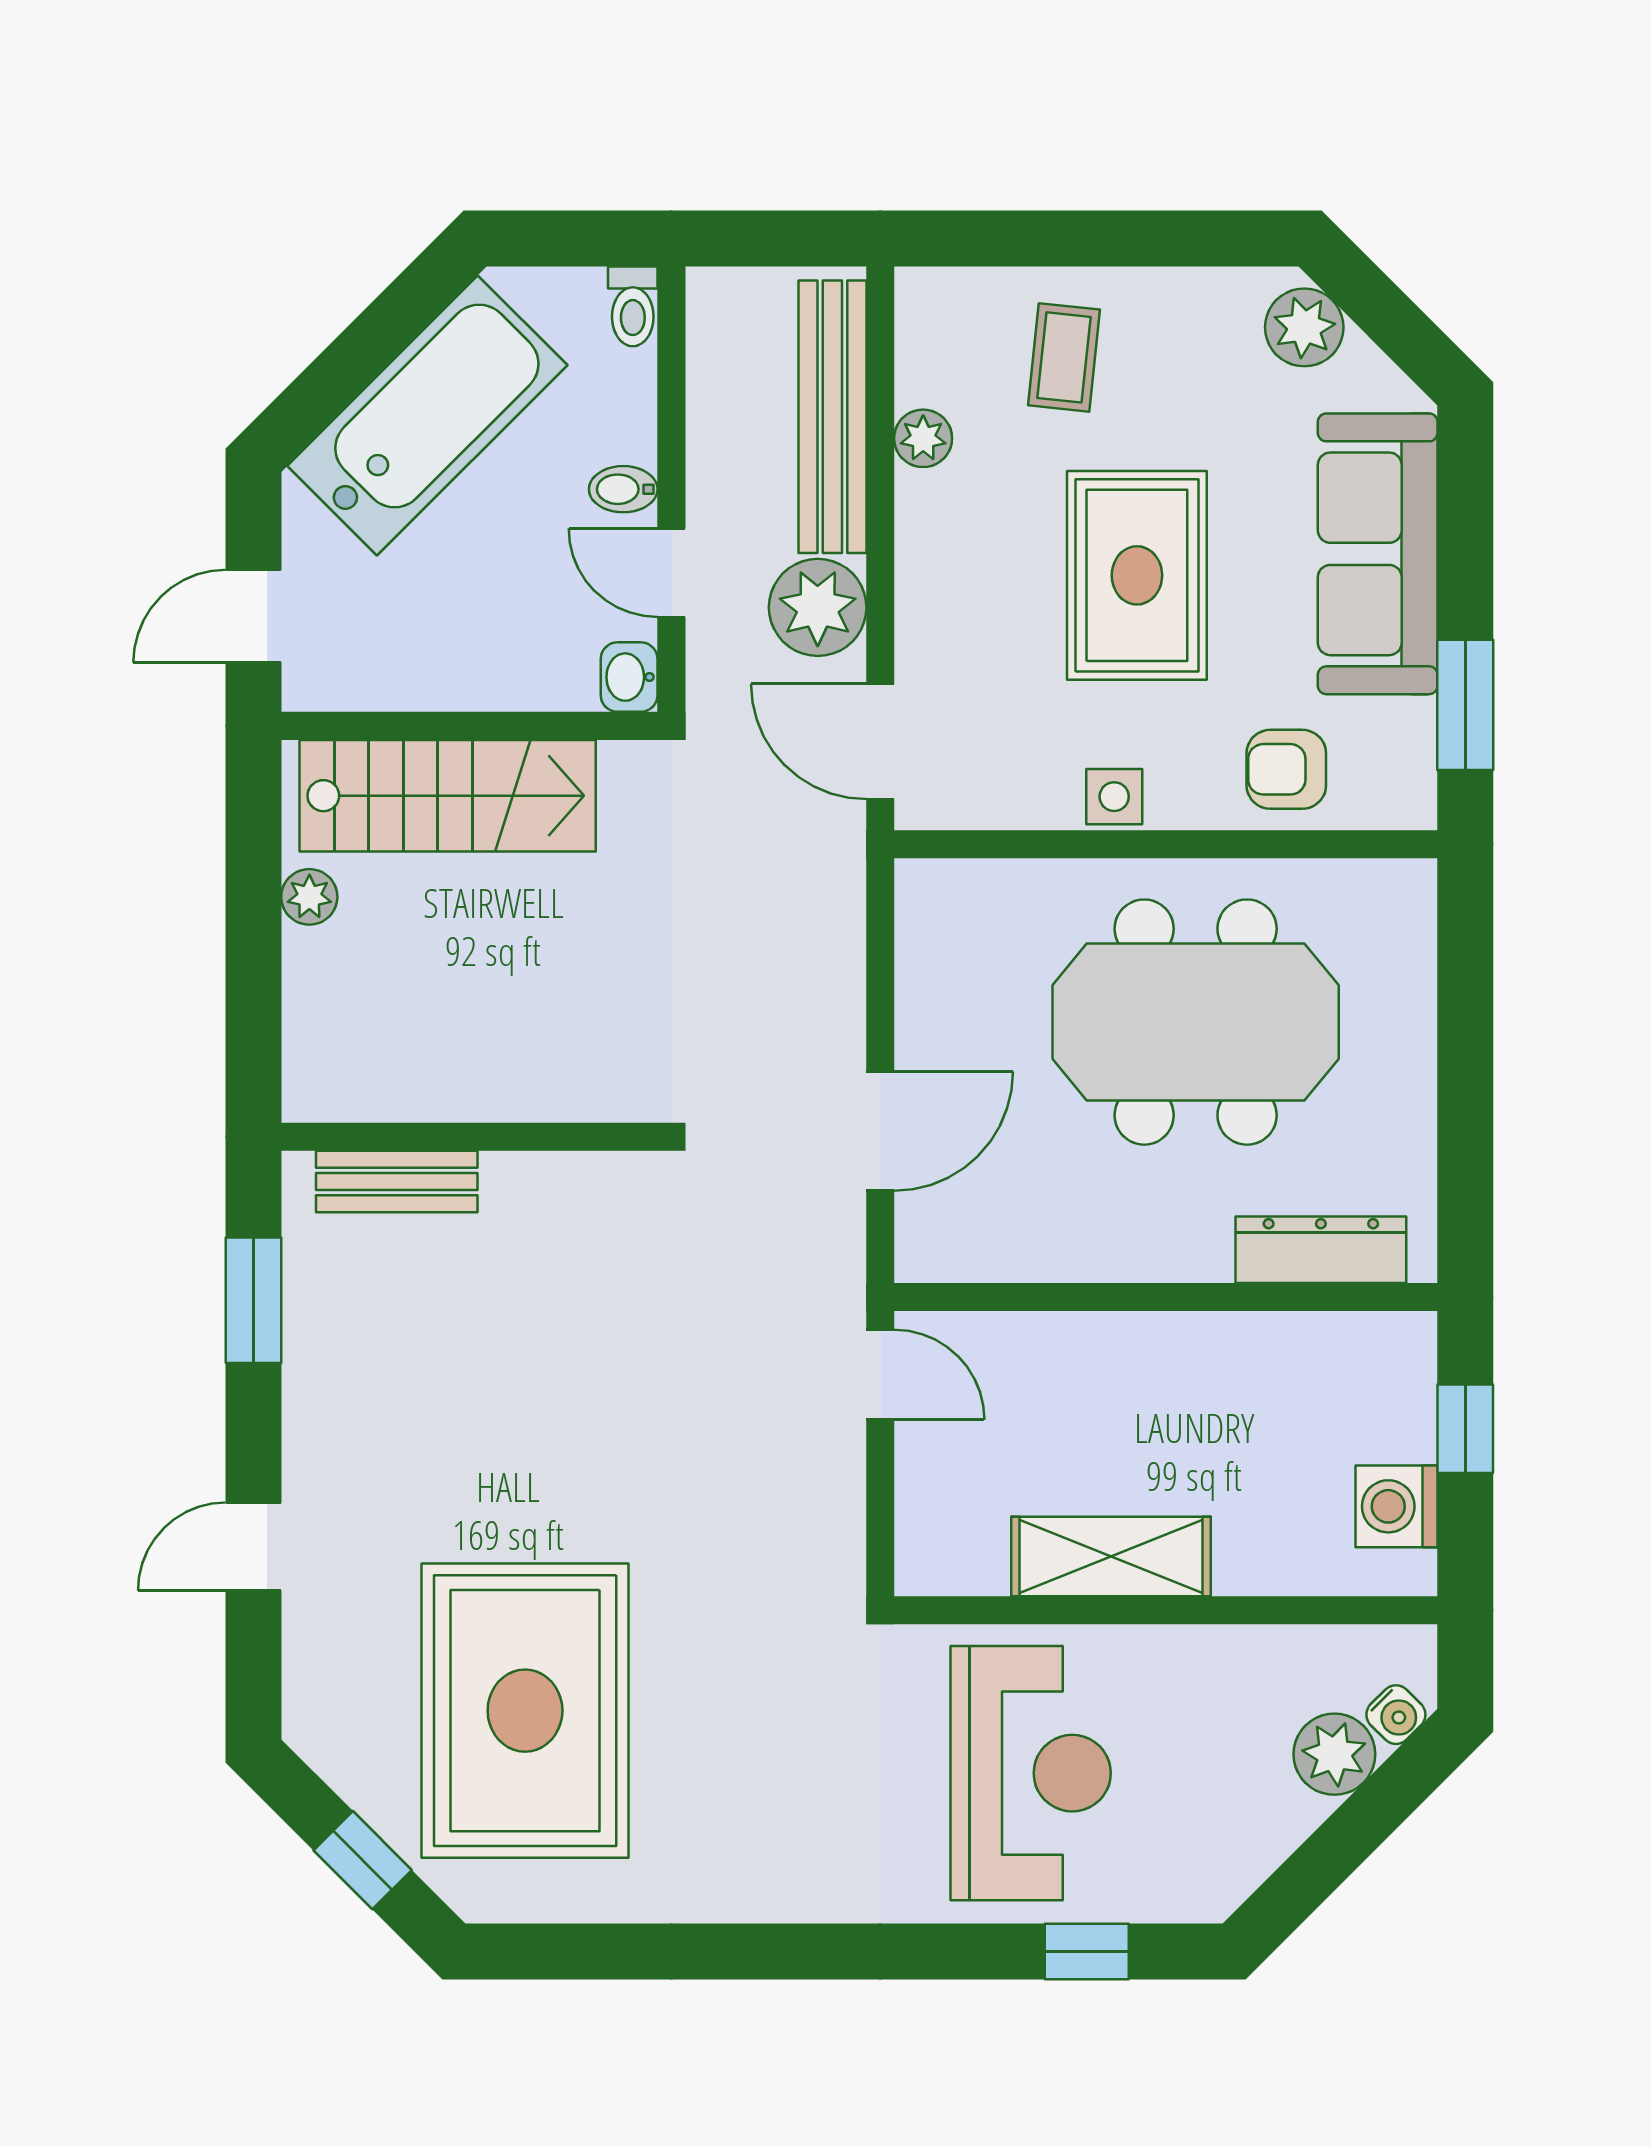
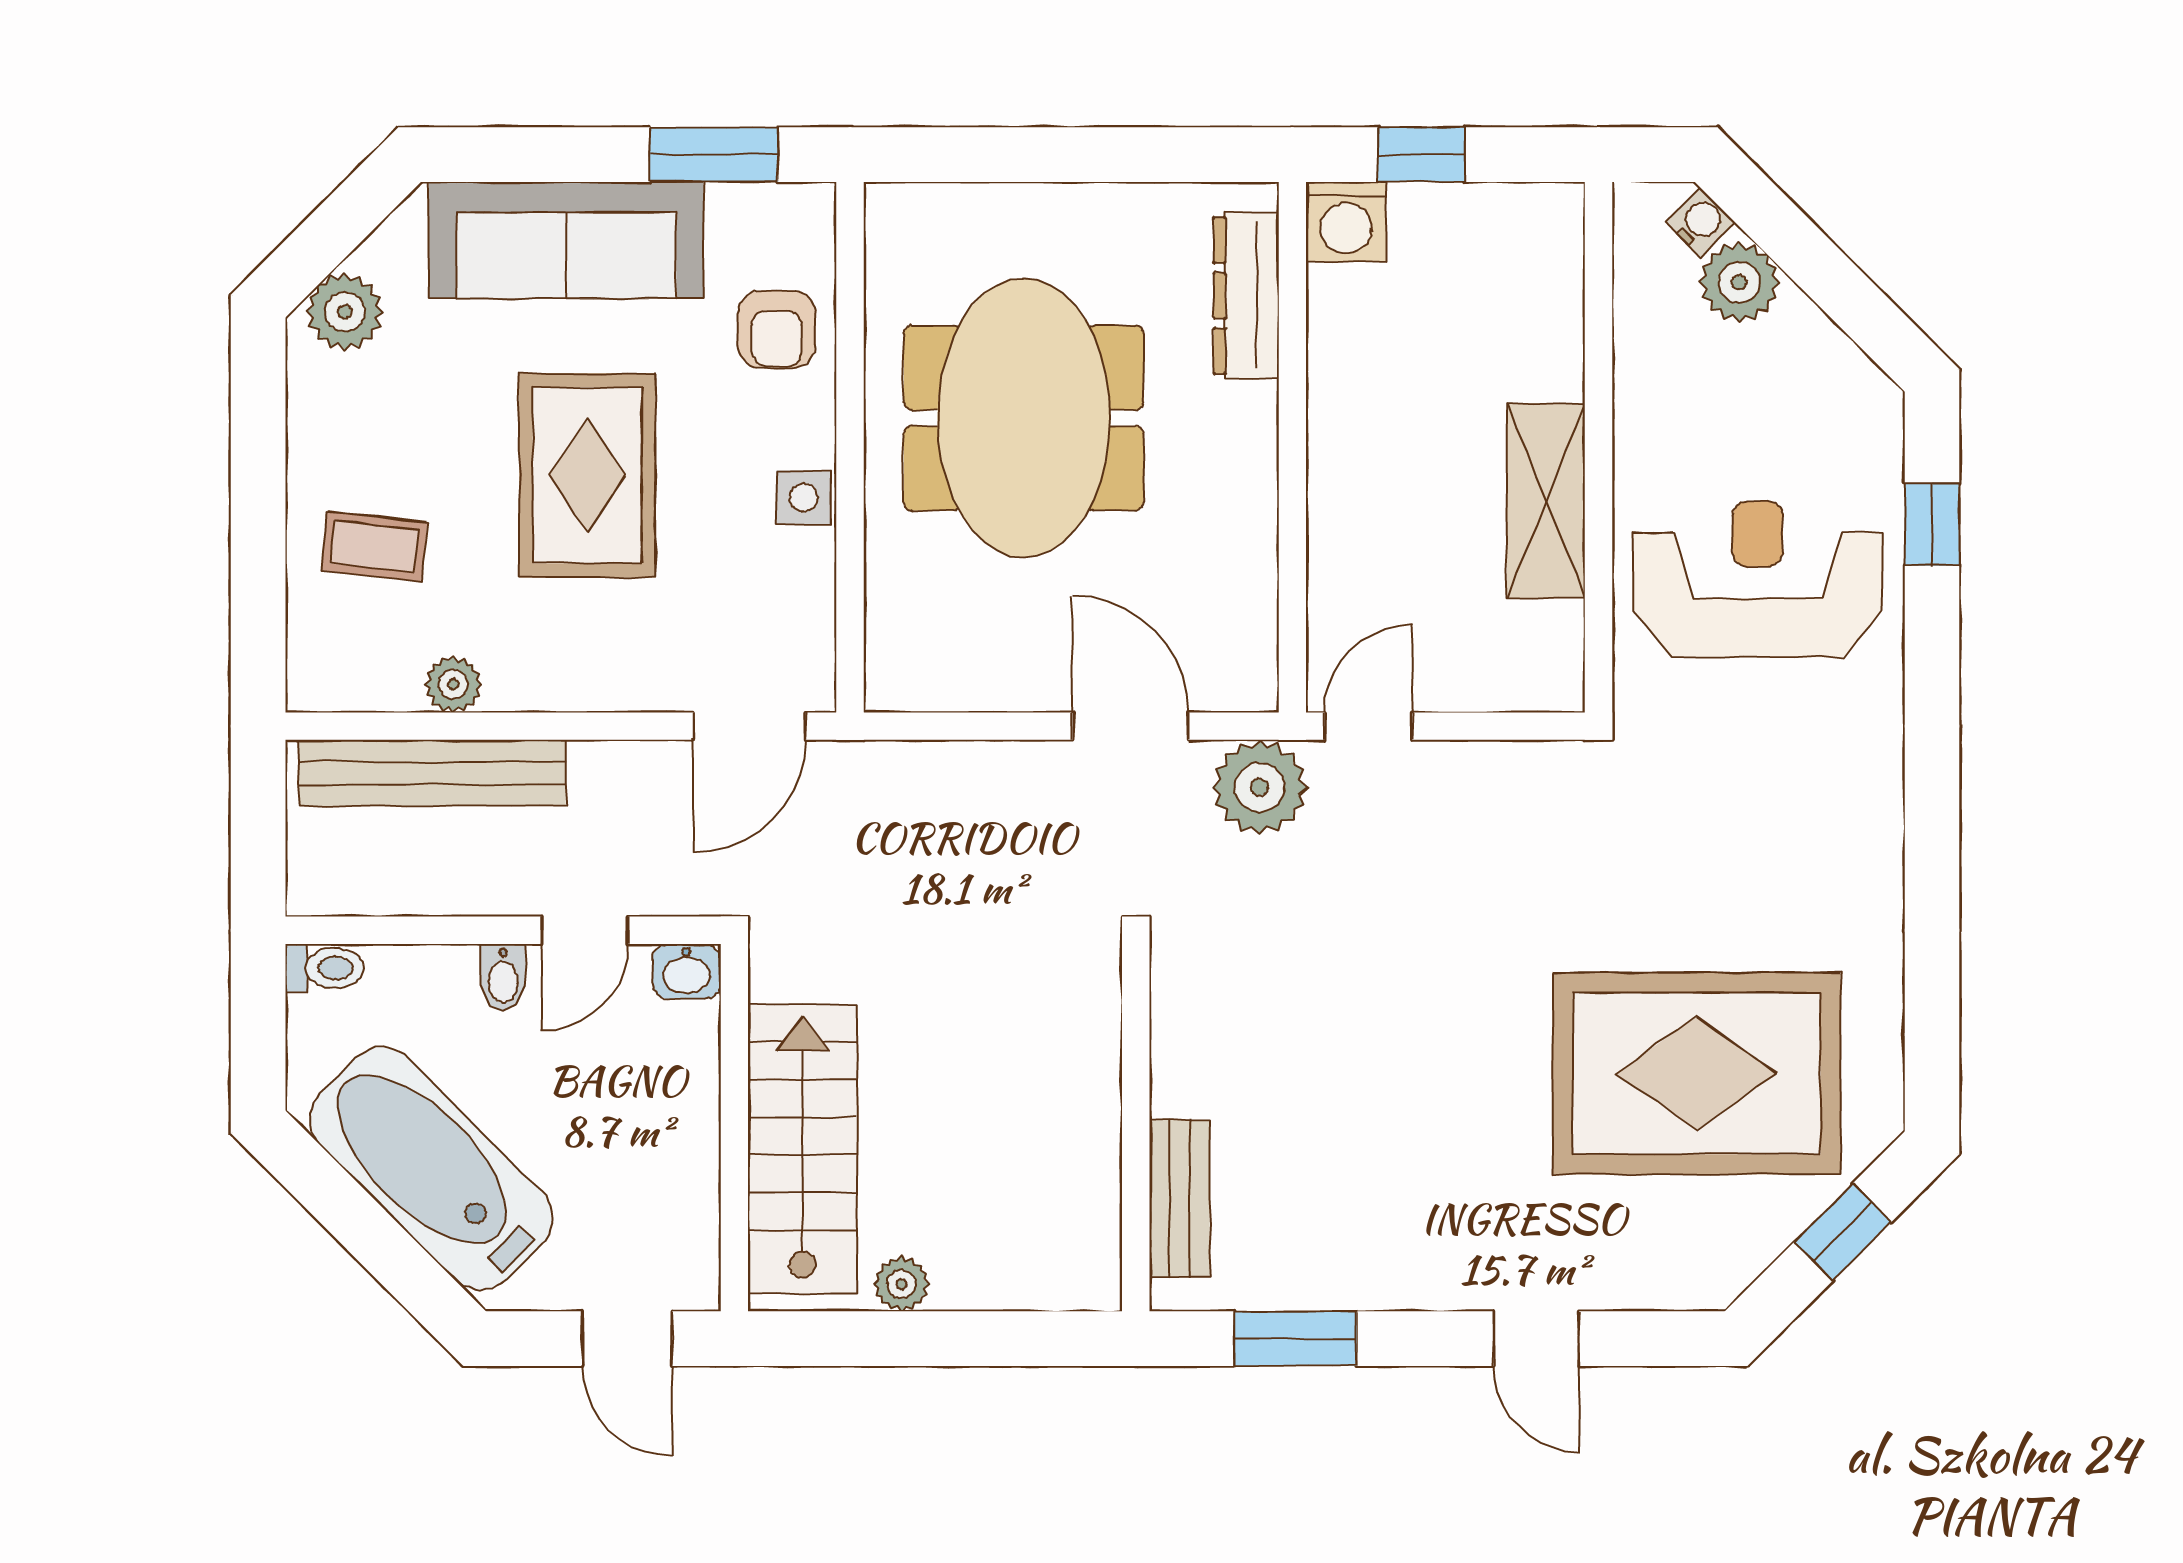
rug: (1137, 575) -> (587, 475), turned 90
plant: (818, 607) -> (1260, 787), moved
washing machine: (1396, 1506) -> (1346, 222), moved

